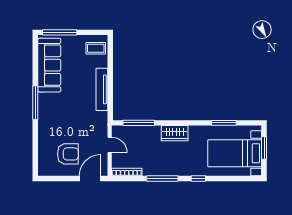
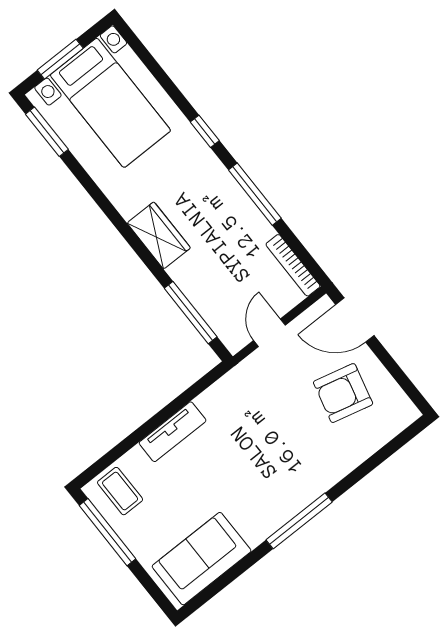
window: (60, 32) -> (108, 532), moved
sofa: (49, 65) -> (202, 559), width x0.73
tv unit: (102, 89) -> (173, 432), width x0.71
window: (224, 123) -> (47, 132), moved
armchair: (68, 154) -> (343, 393), turned -76

